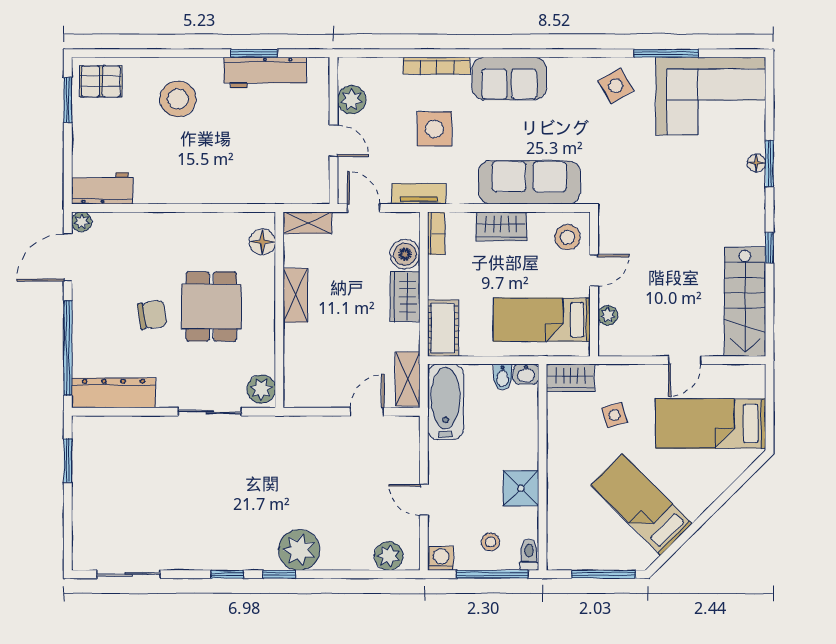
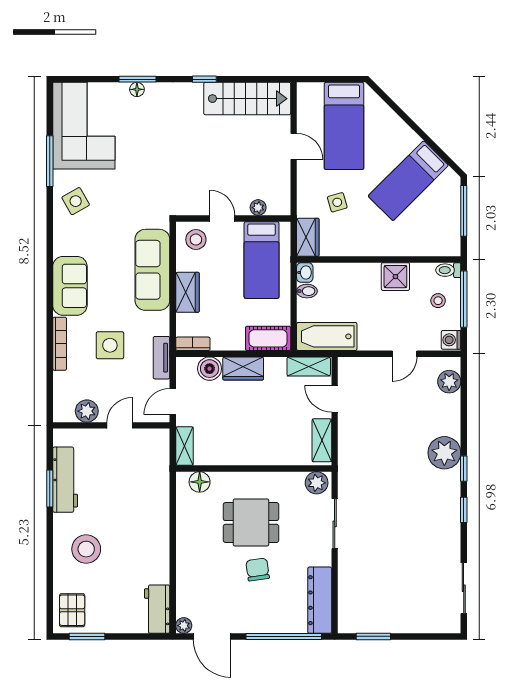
shelving: (295, 295) -> (322, 440), moved, turned 90

